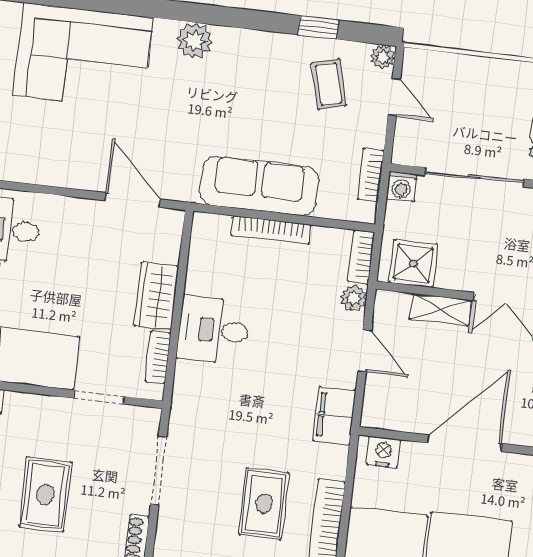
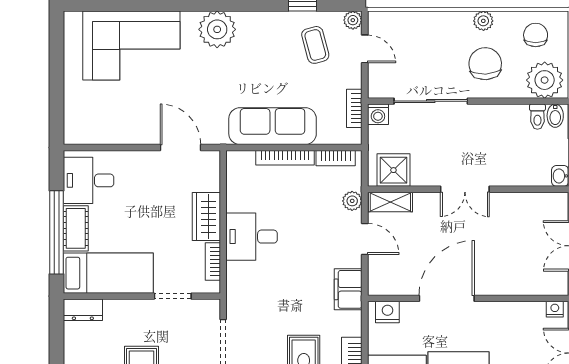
plant: (194, 41) -> (217, 29), width x1.36, depth x1.36
bookcase: (361, 257) -> (336, 158), moved, turned -90
shelving: (441, 310) -> (390, 202), moved

